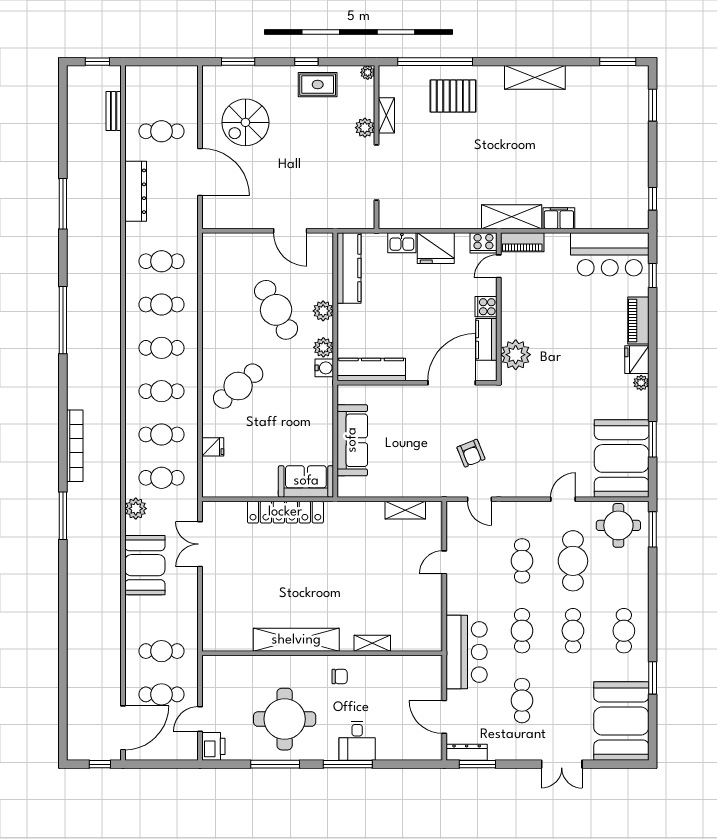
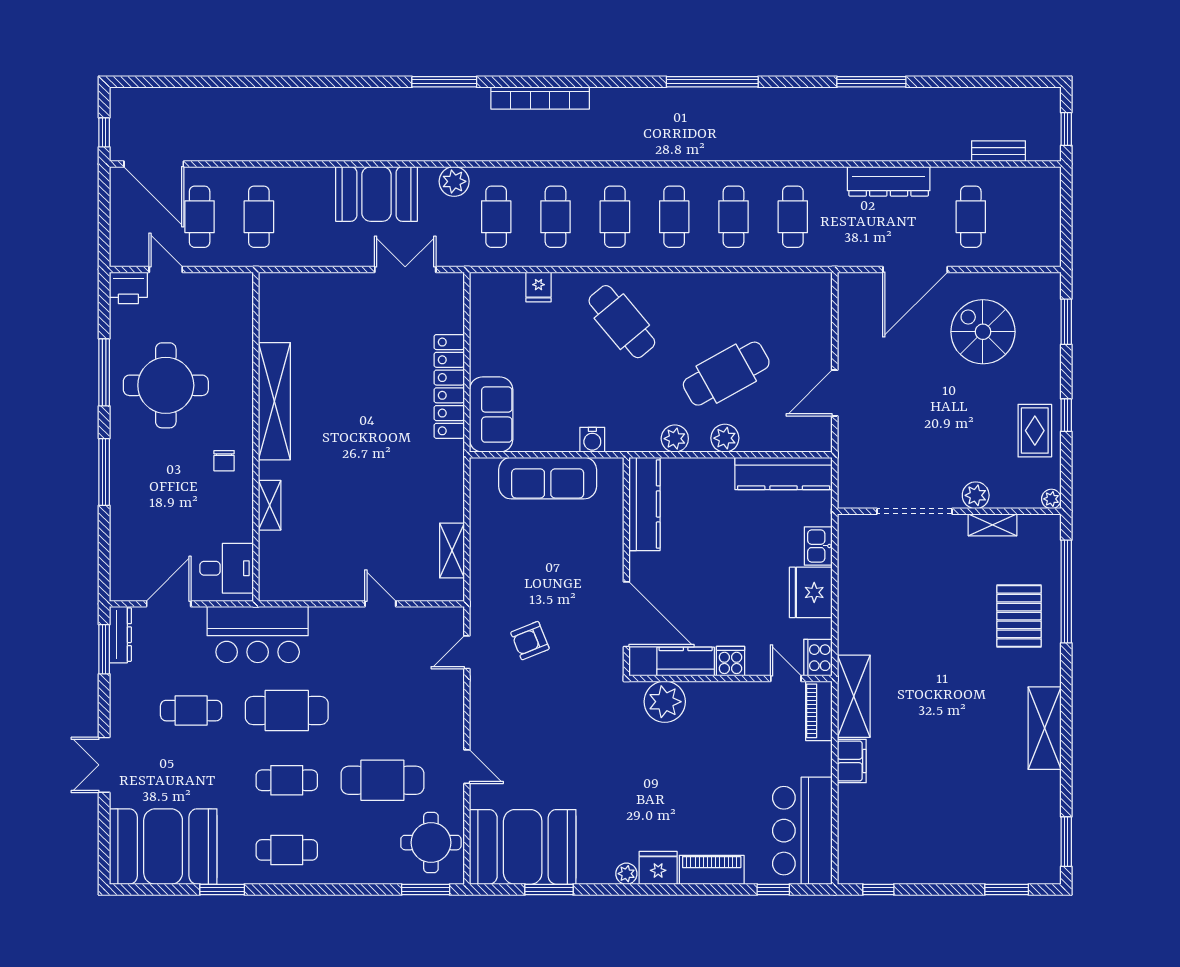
water cooler: (324, 368) -> (592, 440), moved
cafe table: (522, 561) -> (382, 711), removed
cafe table: (522, 631) -> (287, 711), width x1.37, depth x1.35
desk: (357, 741) -> (227, 568), moved, turned 180

